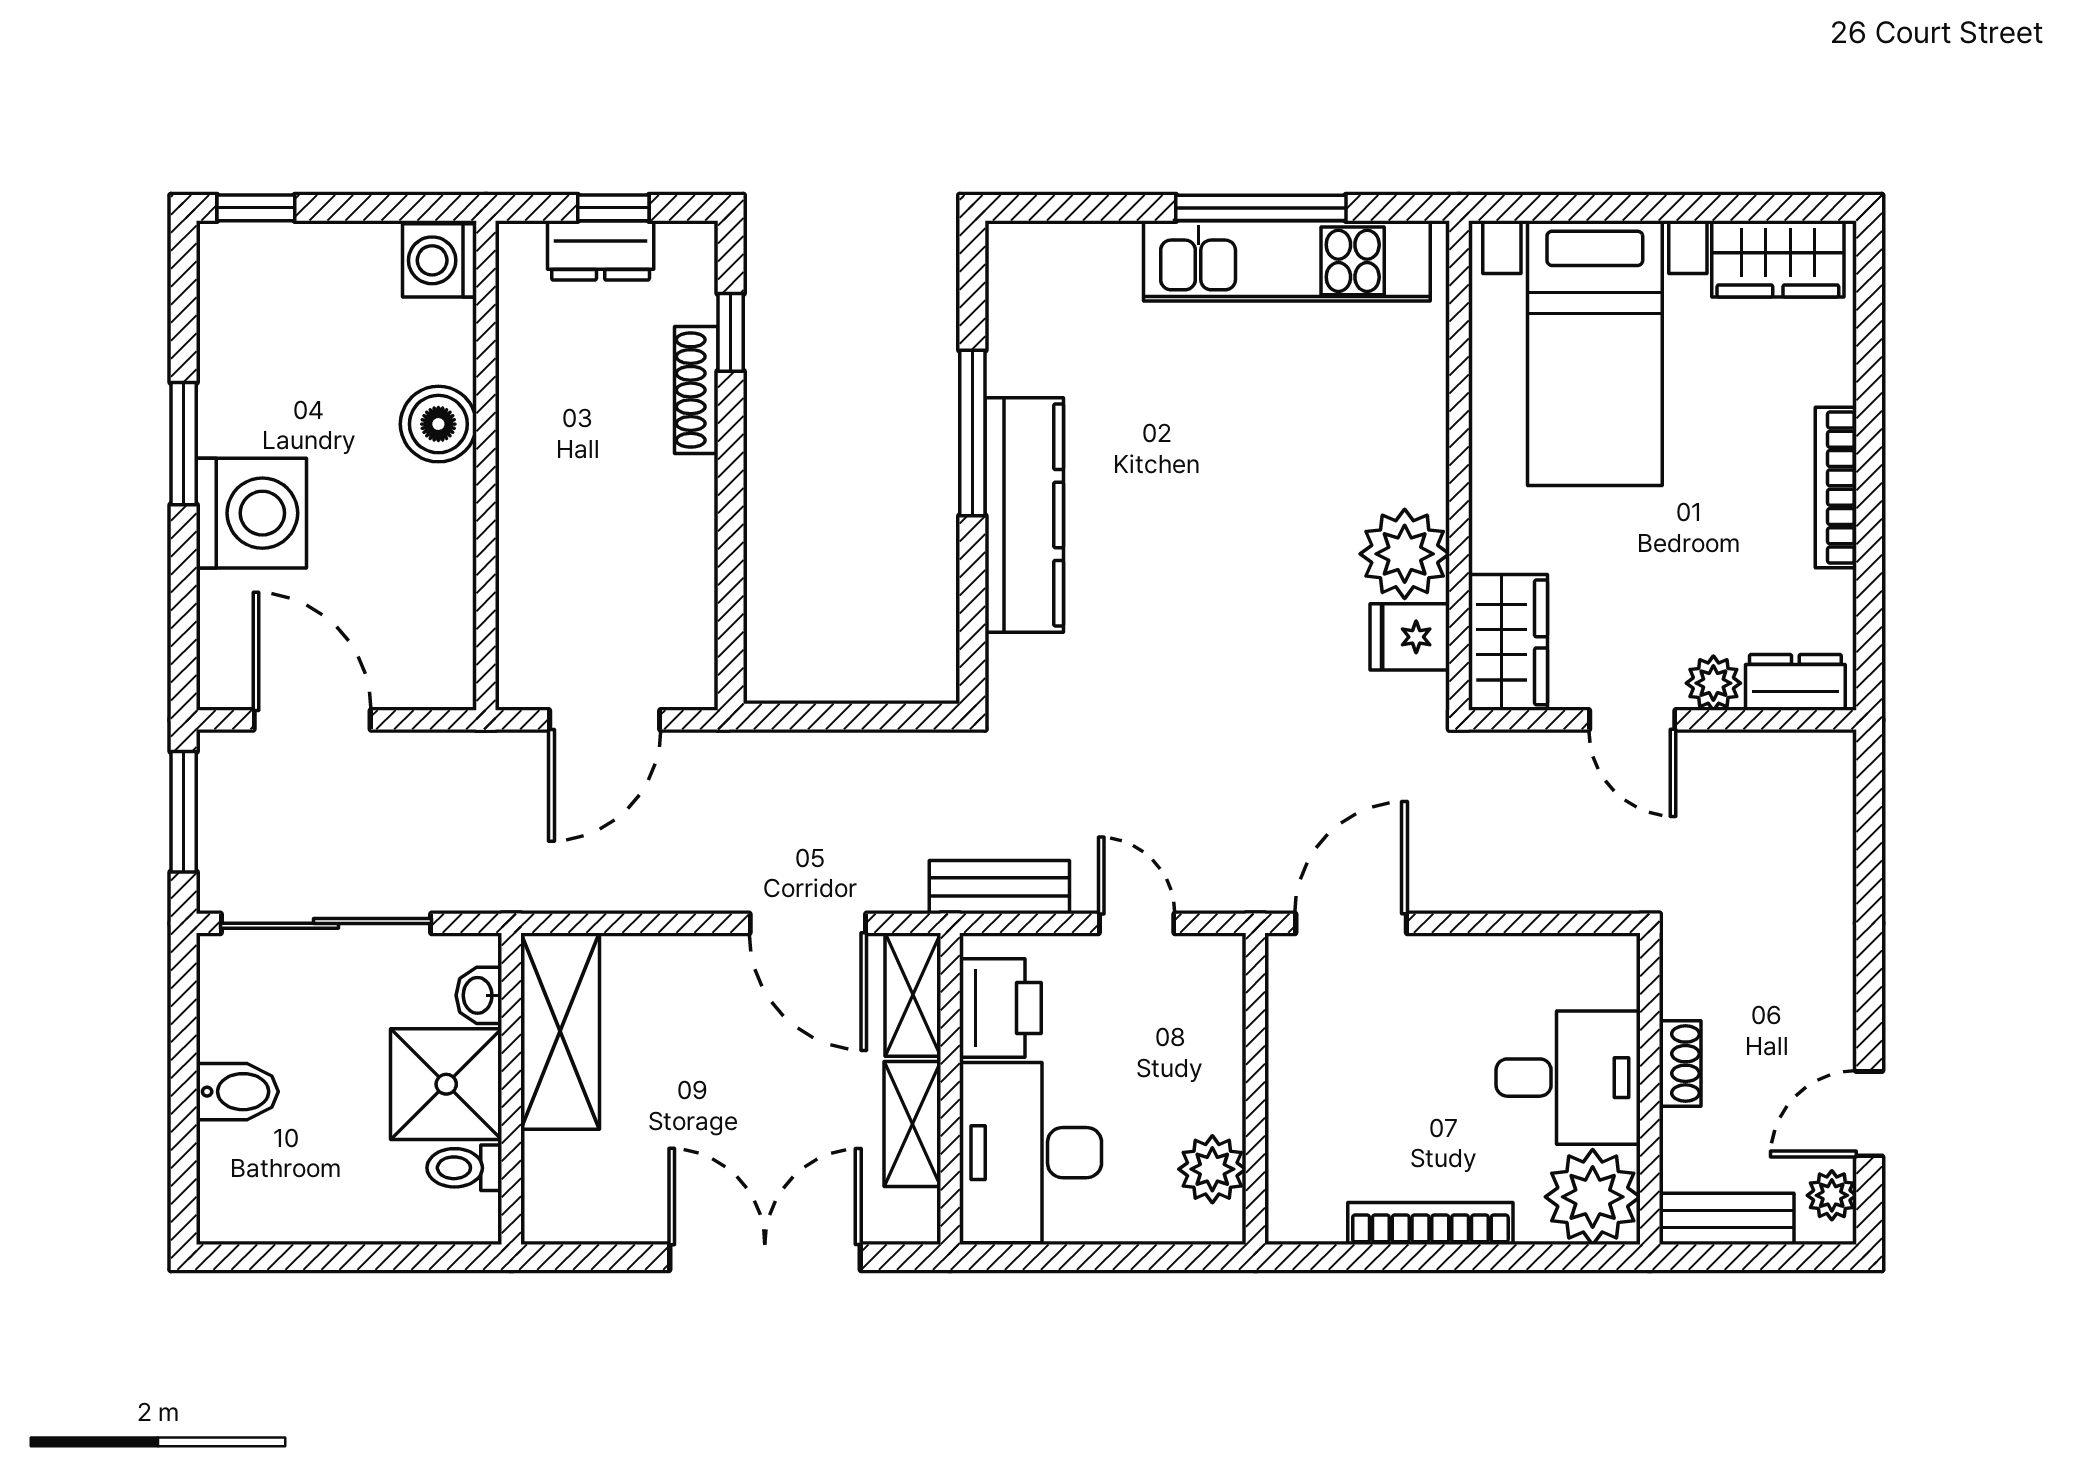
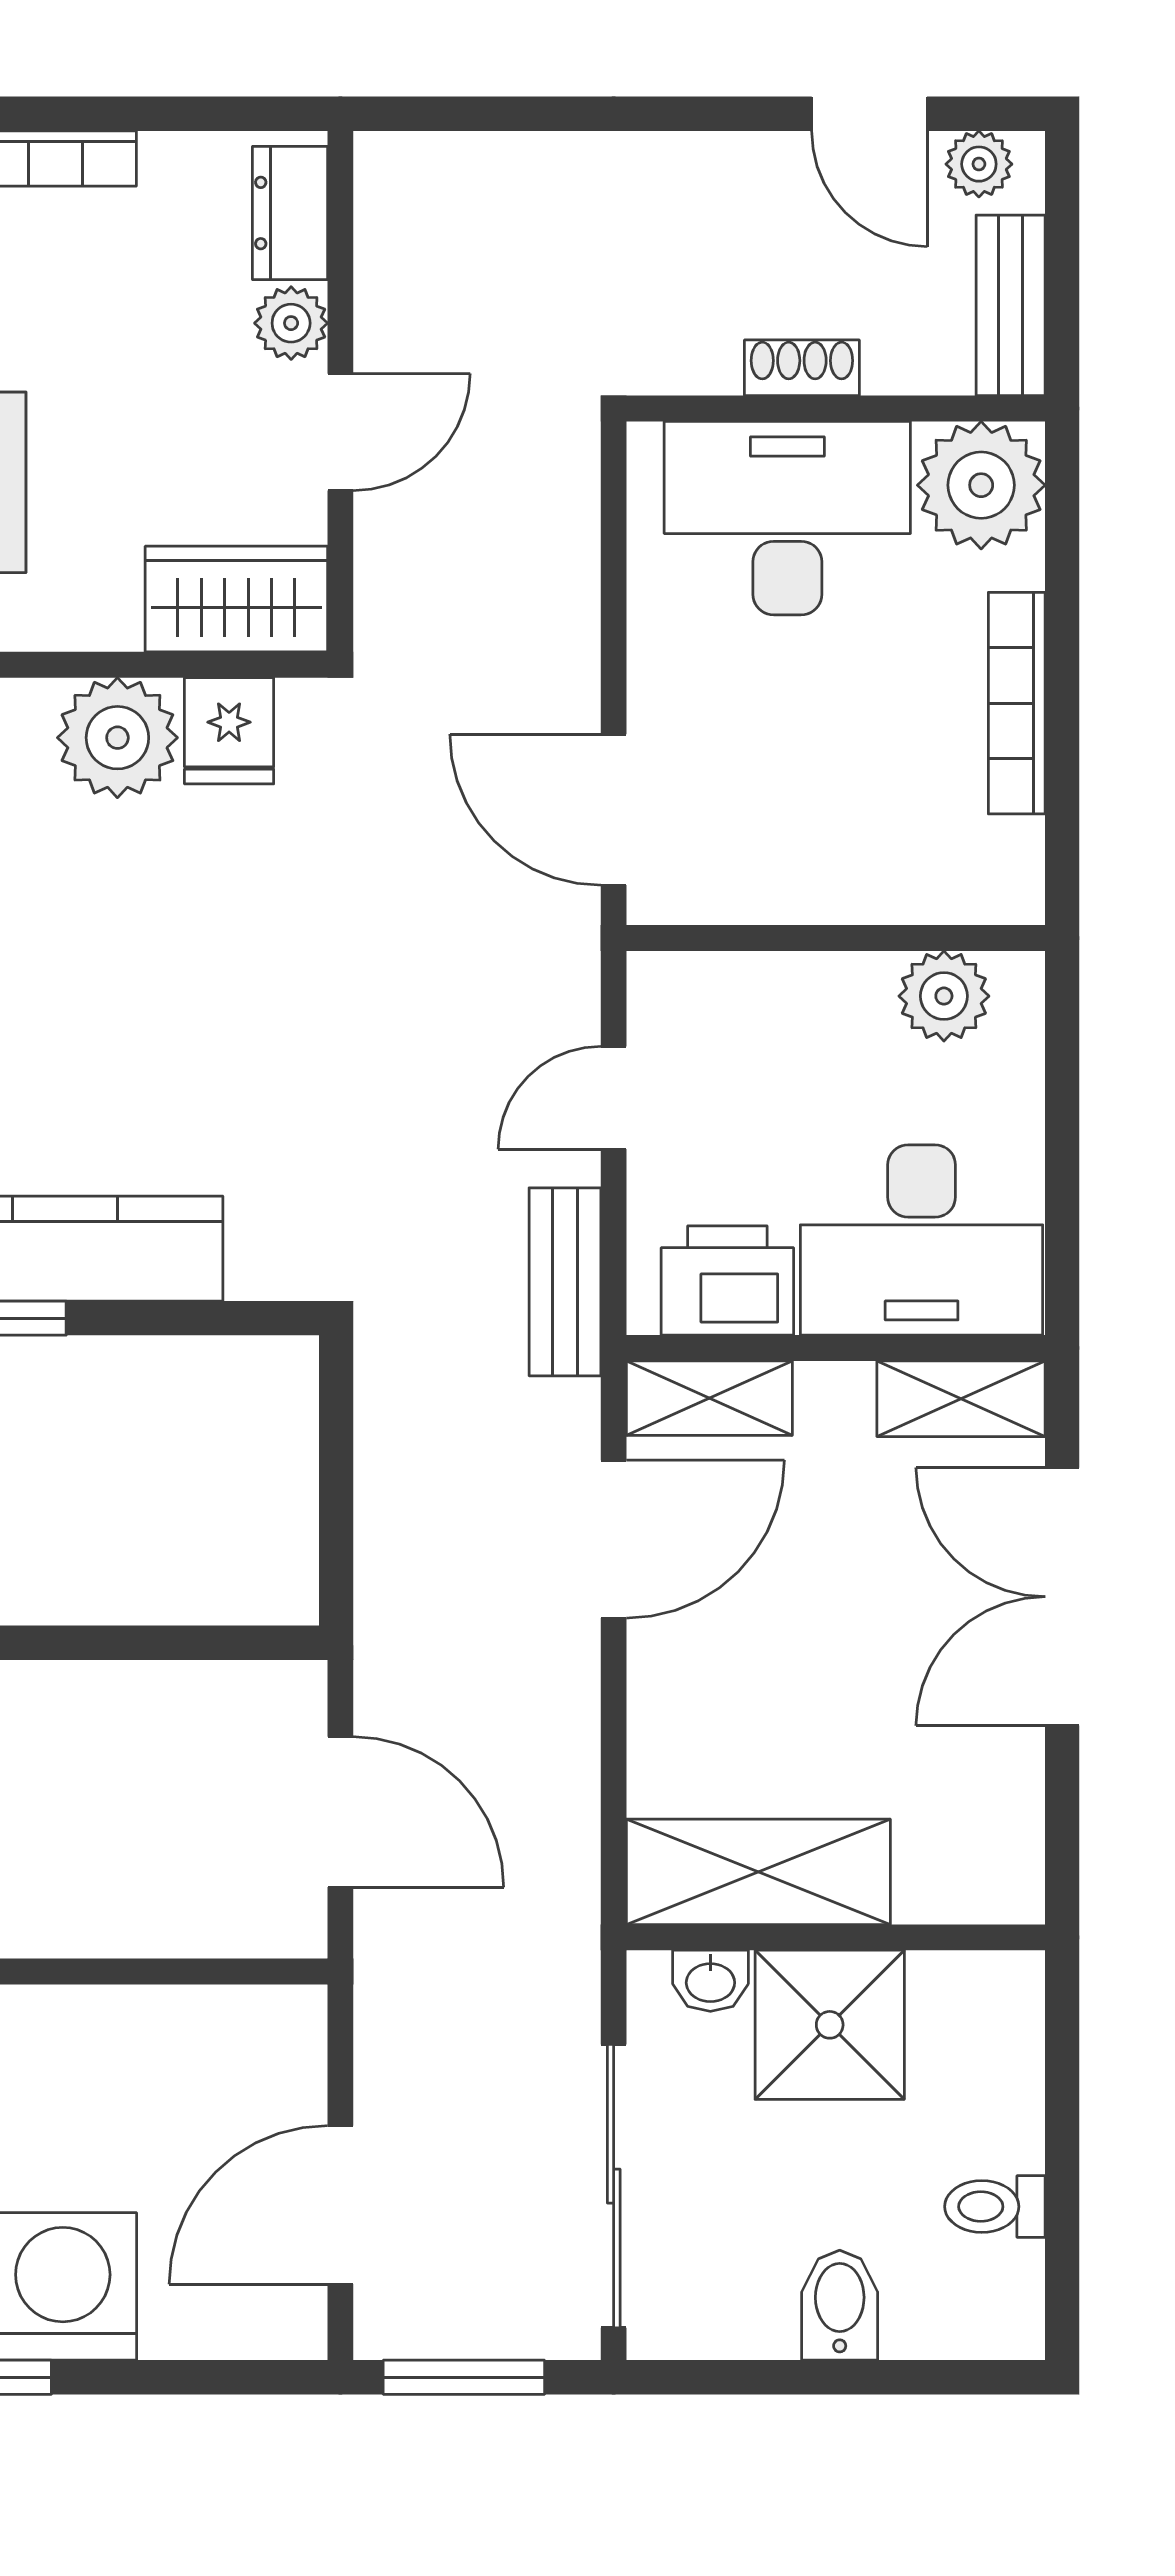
desk: (1568, 1078) -> (787, 518), width x1.37
shelving: (912, 1124) -> (961, 1399), moved
toilet: (464, 1168) -> (995, 2207), moved, turned 90

